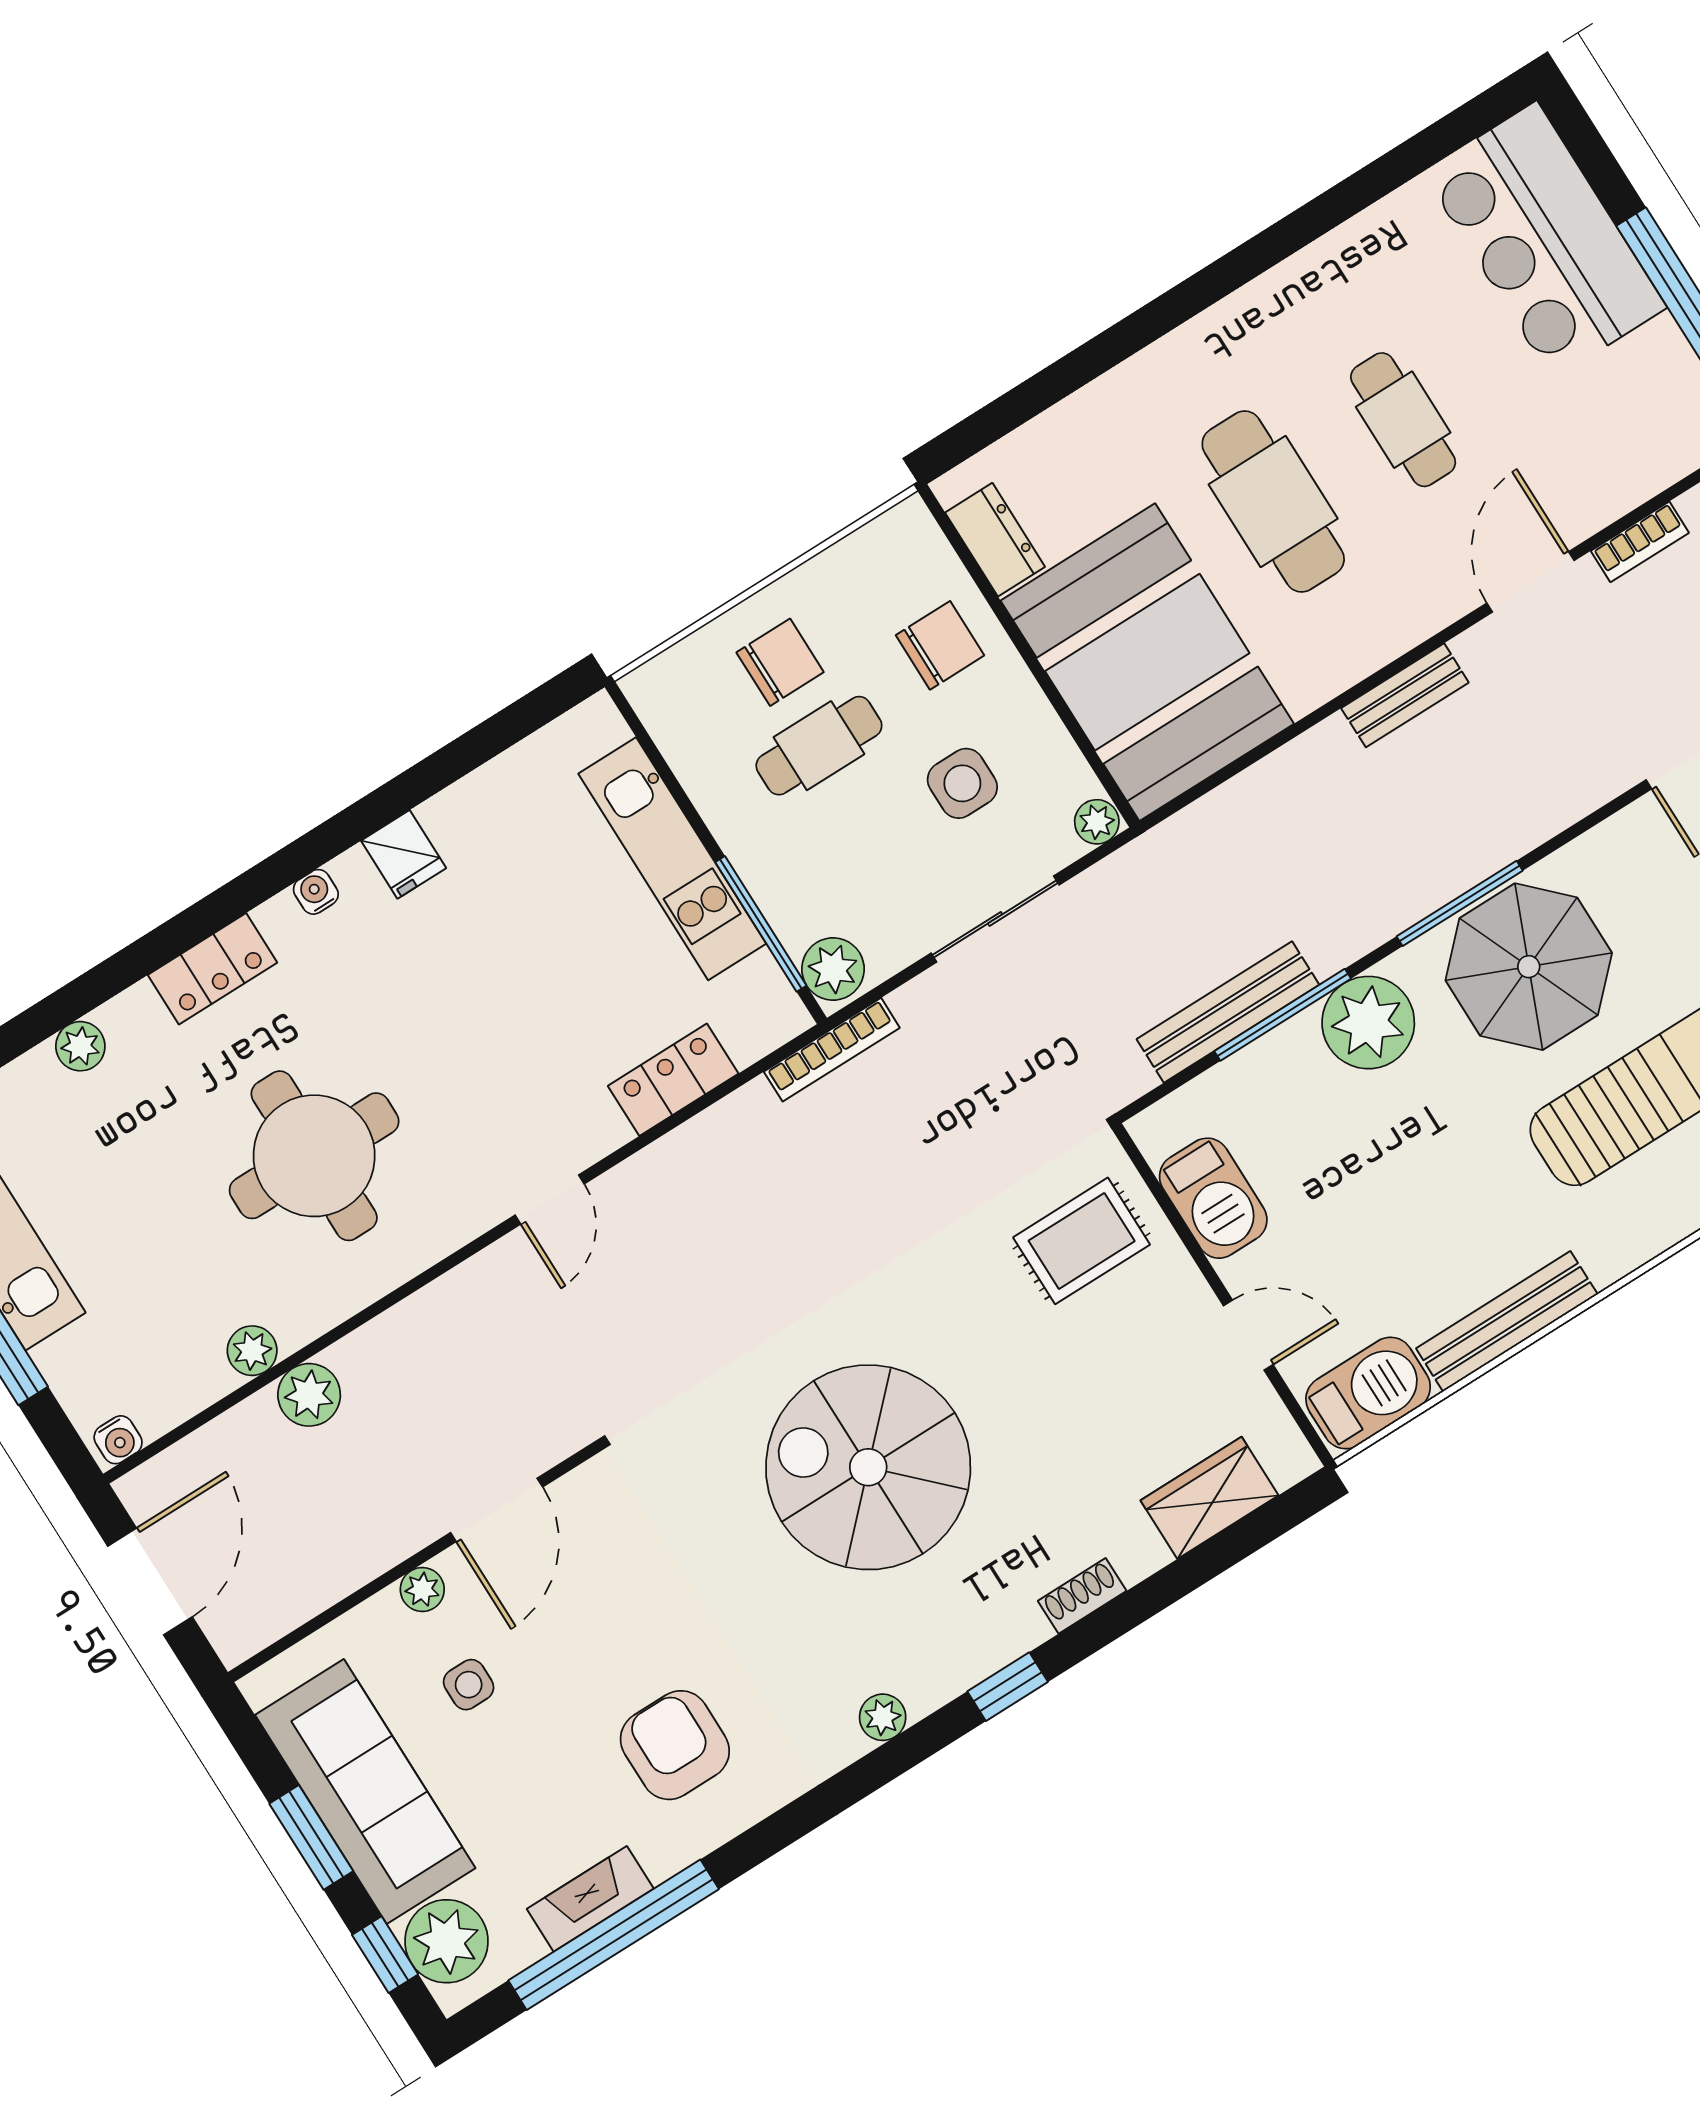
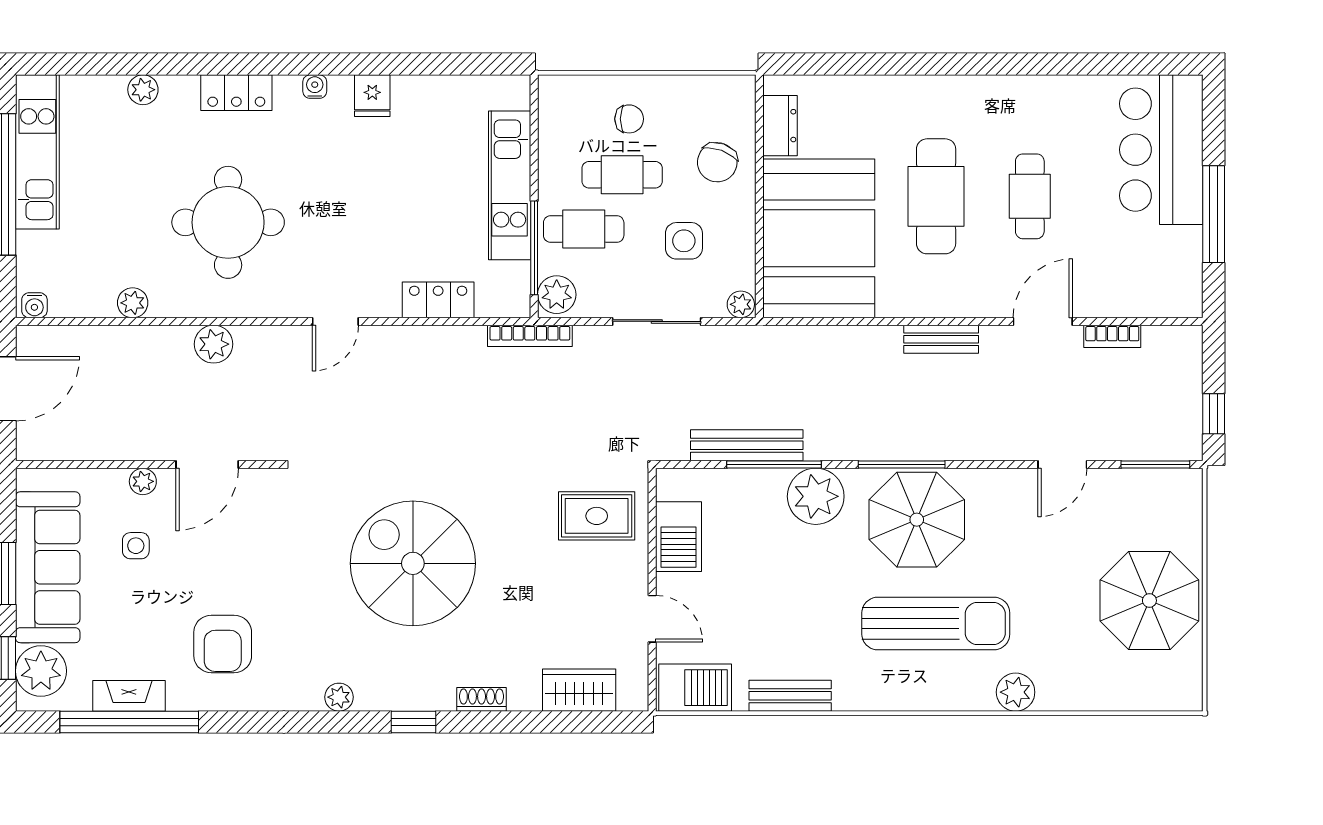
chair: (940, 645) -> (717, 162), turned 110
chair: (780, 662) -> (629, 119), width x0.73, depth x0.73
cafe table: (813, 855) -> (584, 229), added
bench: (1507, 1321) -> (790, 696), width x0.73
plant: (309, 1395) -> (214, 344), moved
armchair: (675, 1745) -> (223, 644), turned 180

